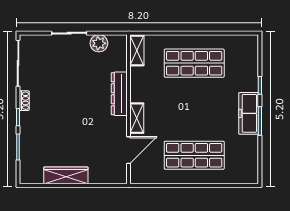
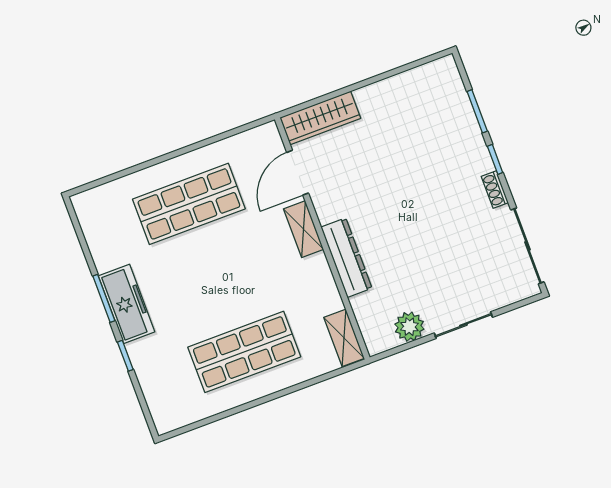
wardrobe: (66, 175) -> (320, 118), moved

